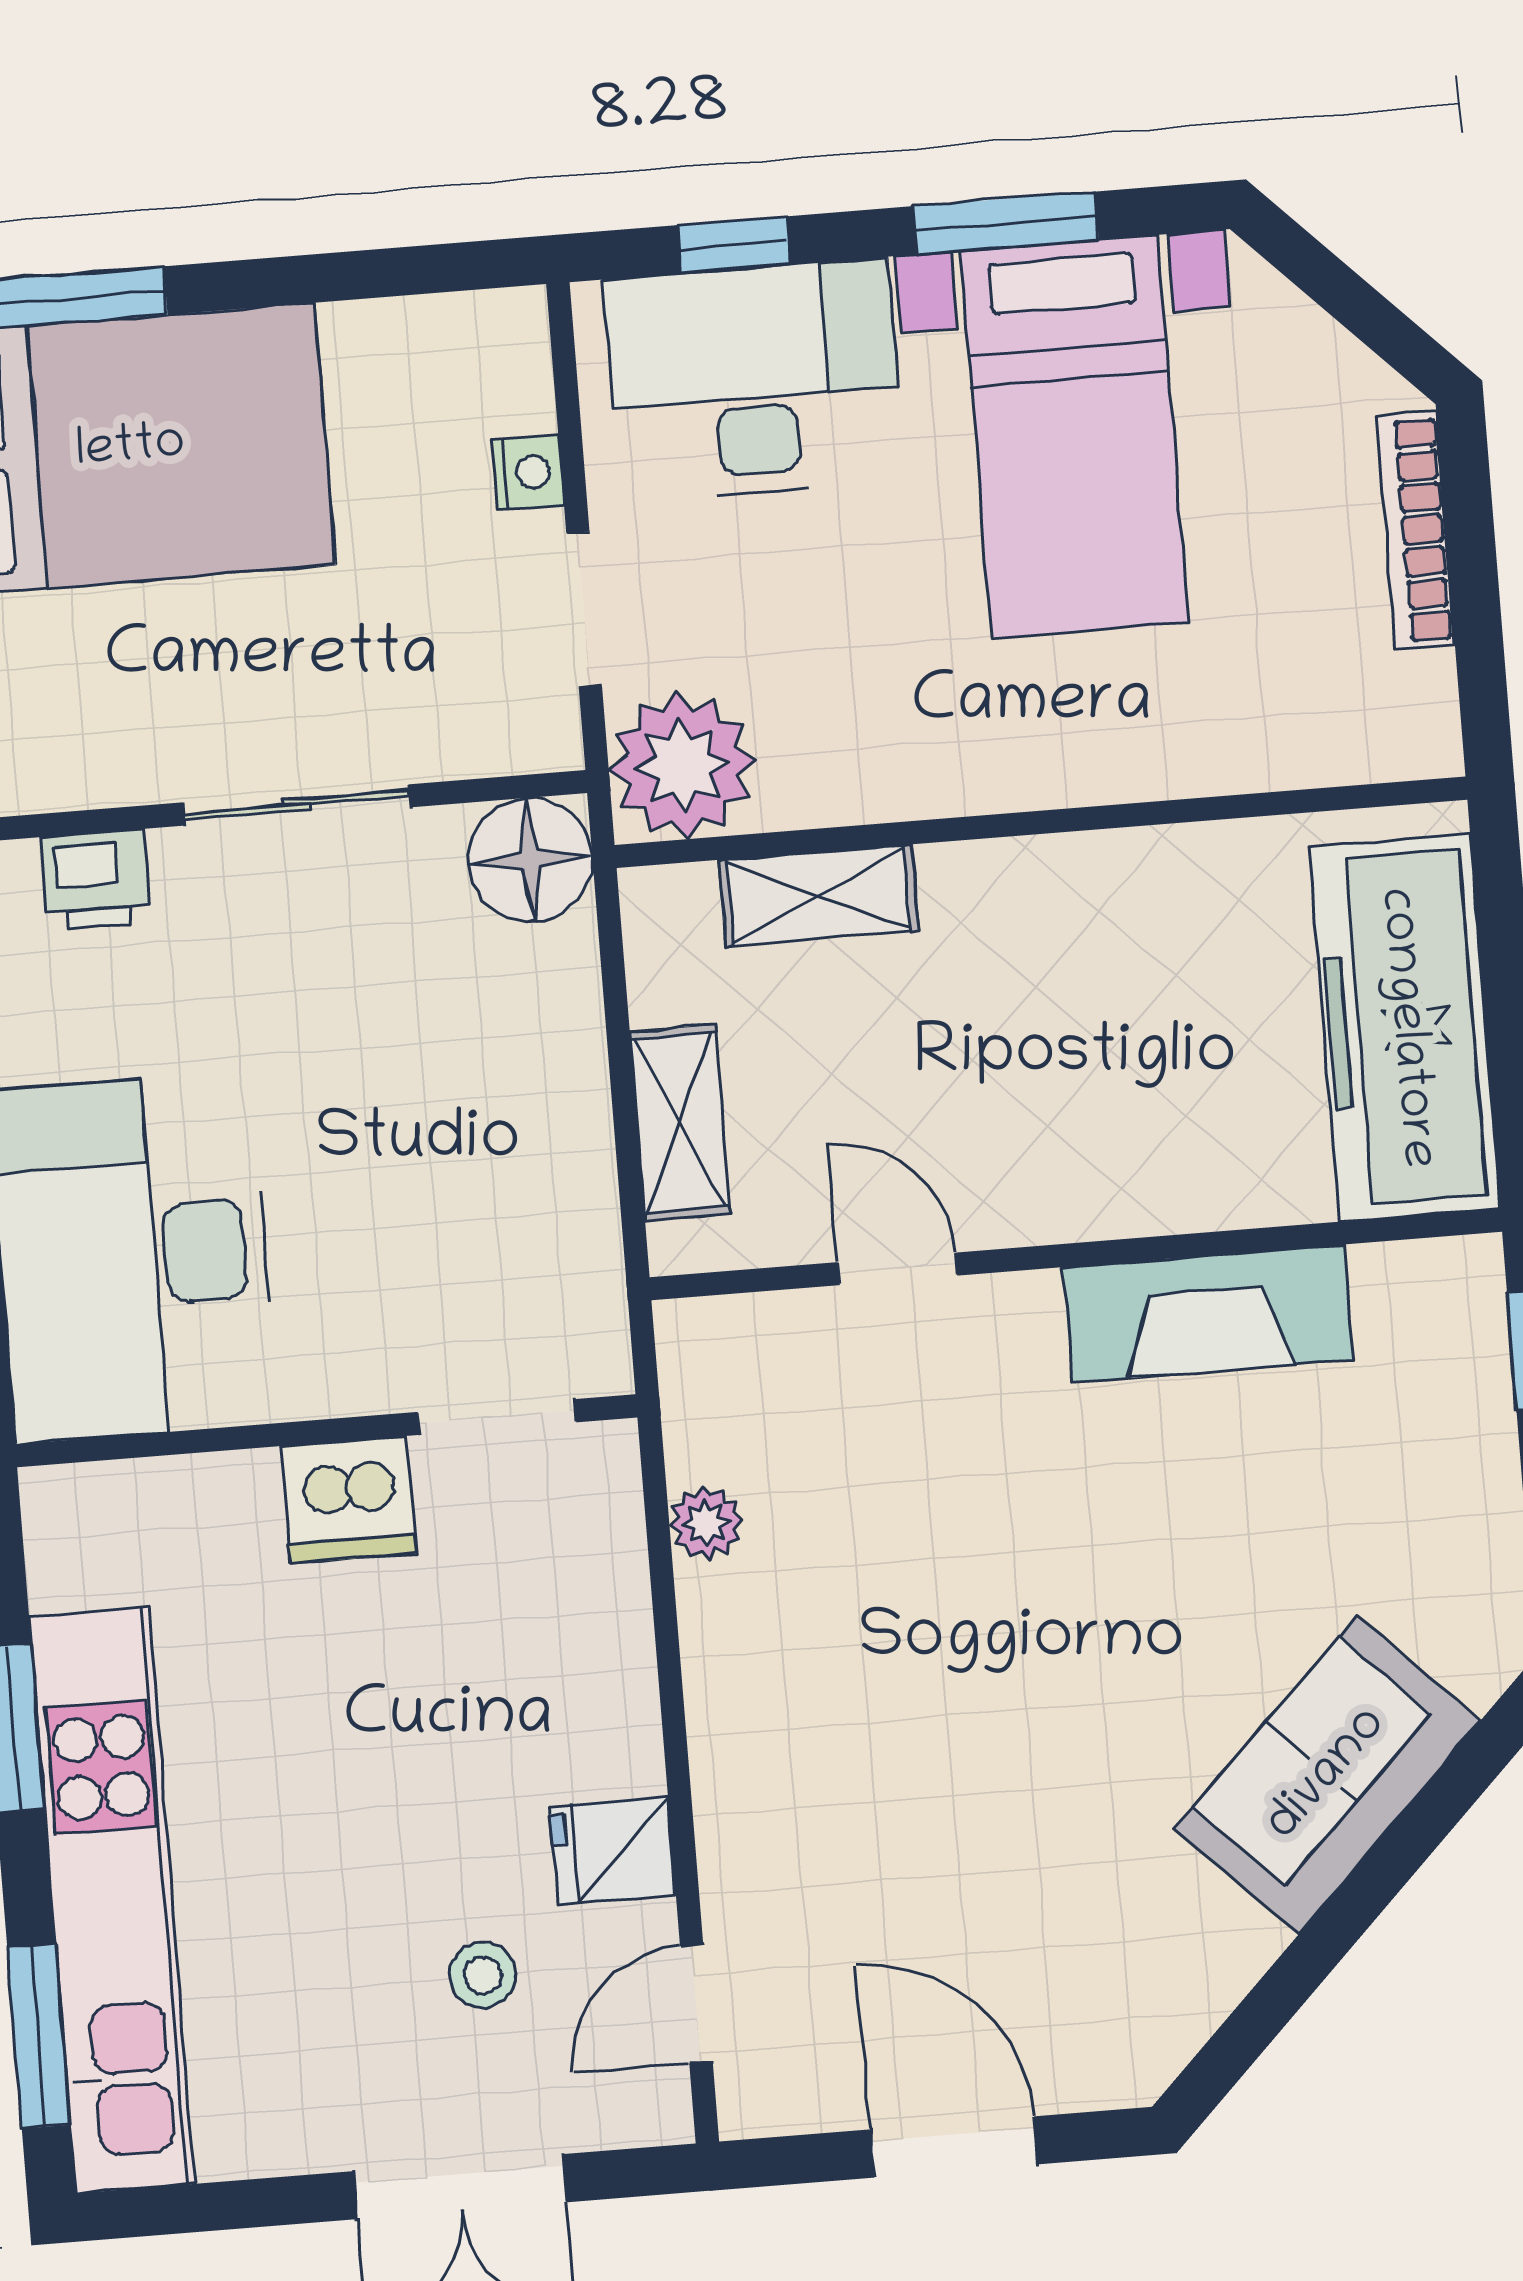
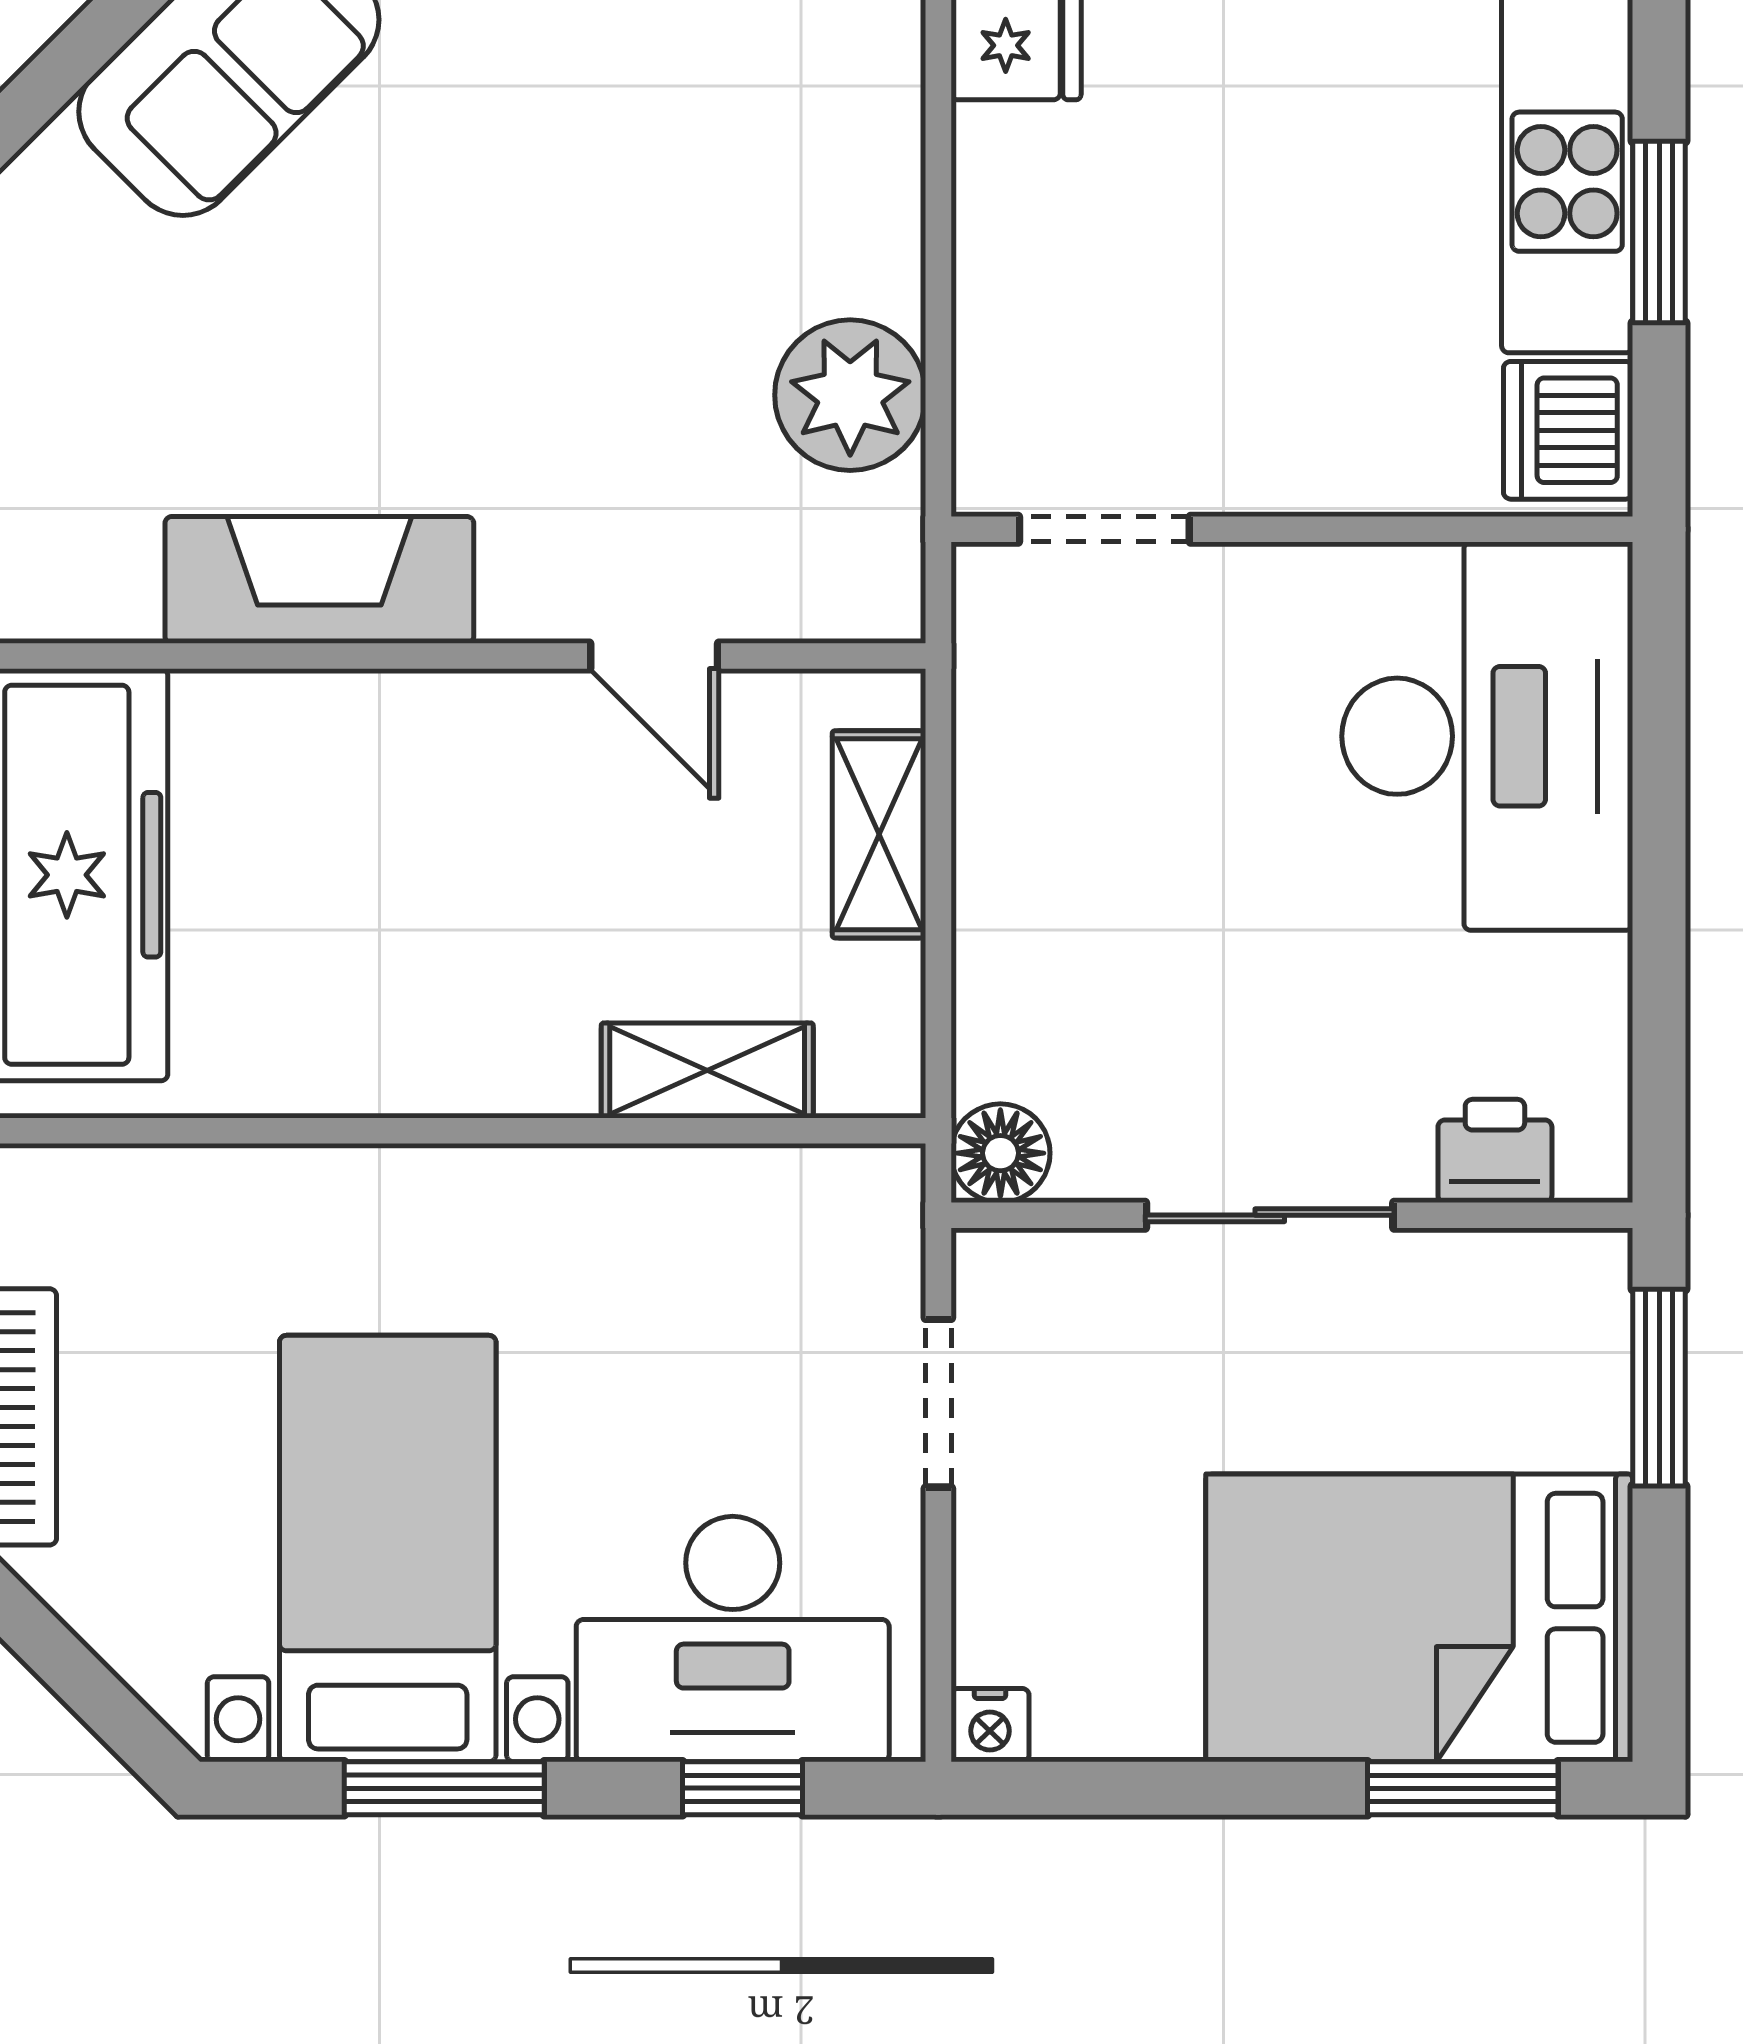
nightstand: (528, 472) -> (990, 1725), moved, turned -90
plant: (682, 765) -> (845, 1224), removed
floor lamp: (530, 860) -> (1000, 1153), width x0.73, depth x0.73
dishwasher: (348, 1500) -> (1568, 430), moved, turned -90
plant: (706, 1523) -> (850, 395), width x1.87, depth x1.87

